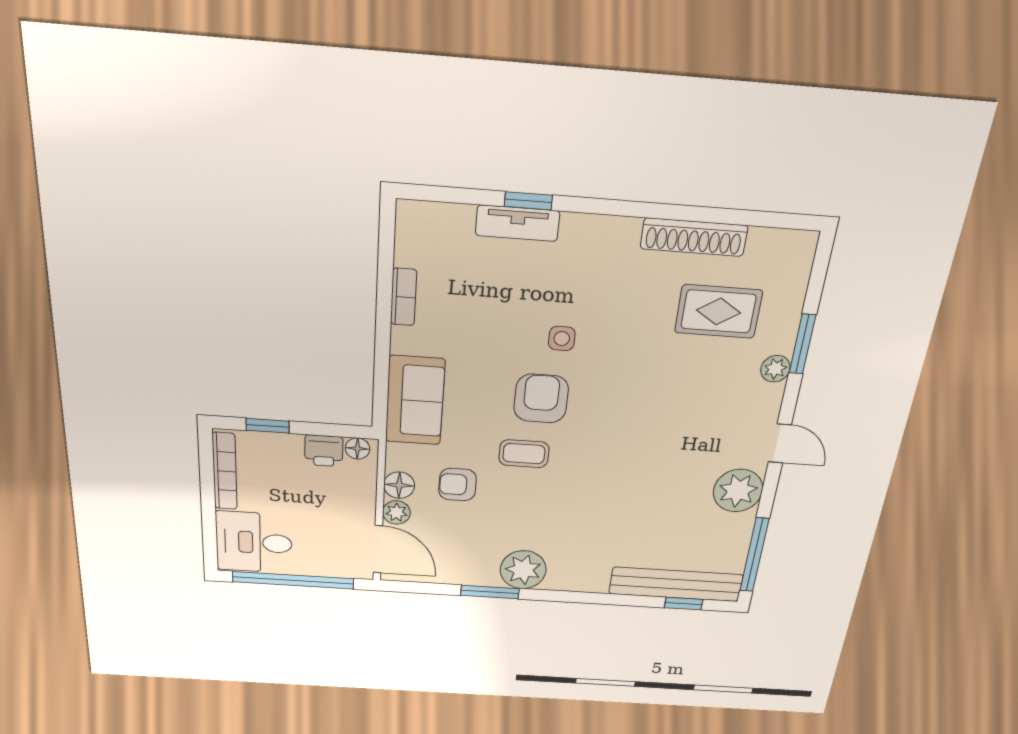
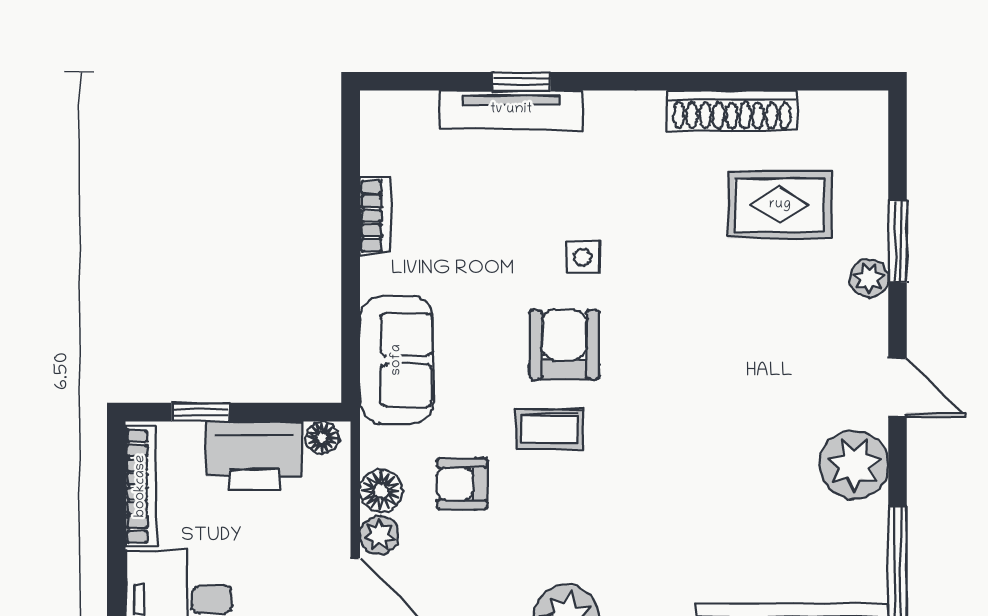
tv unit: (518, 223) -> (511, 110), width x1.41
printer: (324, 451) -> (254, 456), width x1.87, depth x1.48

